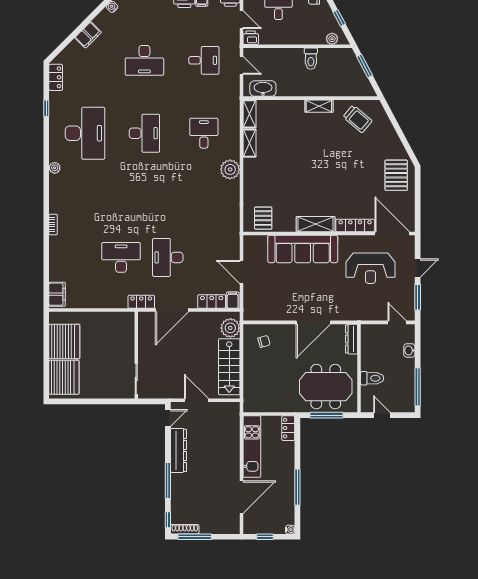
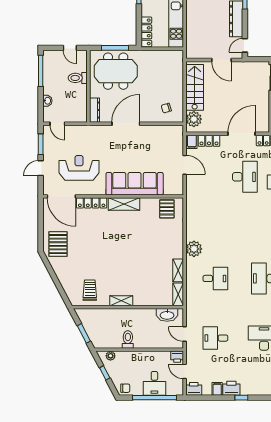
trolley: (357, 119) -> (90, 290), turned 50
desk: (204, 133) -> (215, 278), turned -90
locker: (288, 428) -> (146, 32), width x1.53

